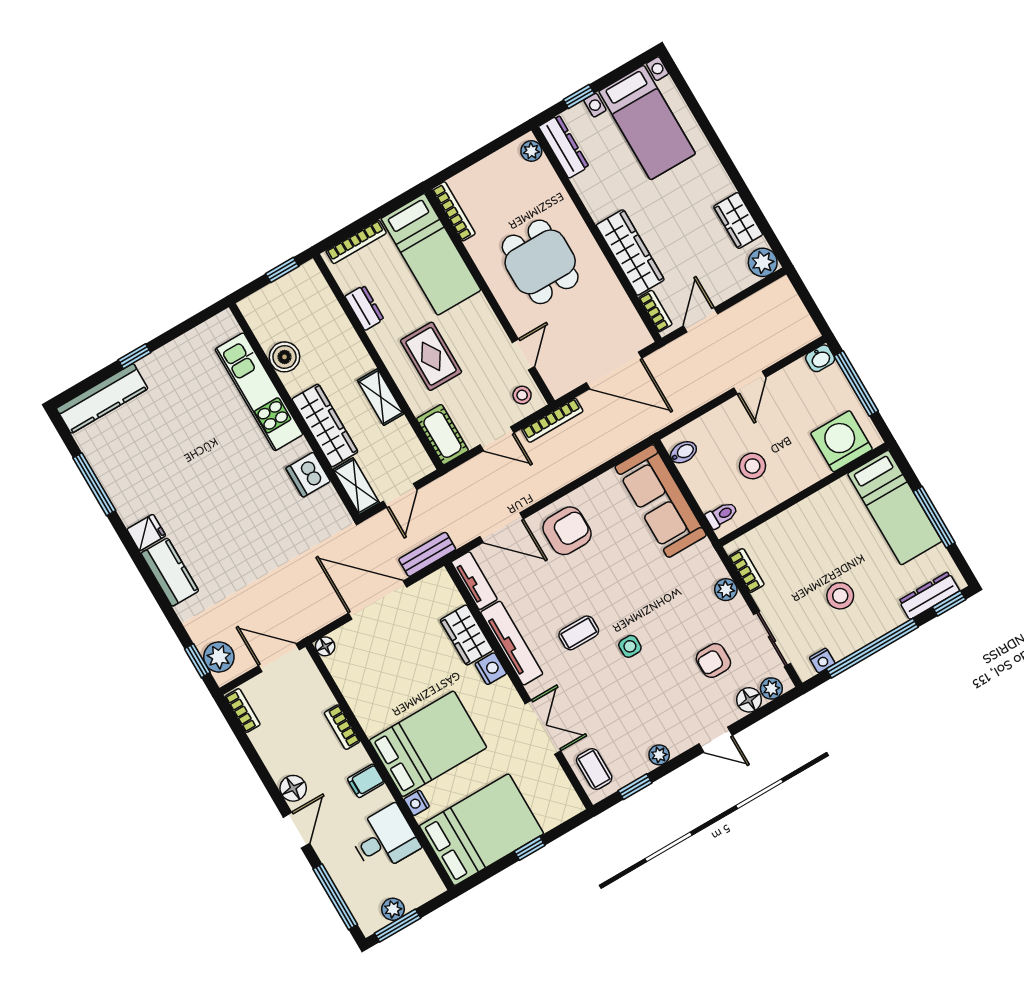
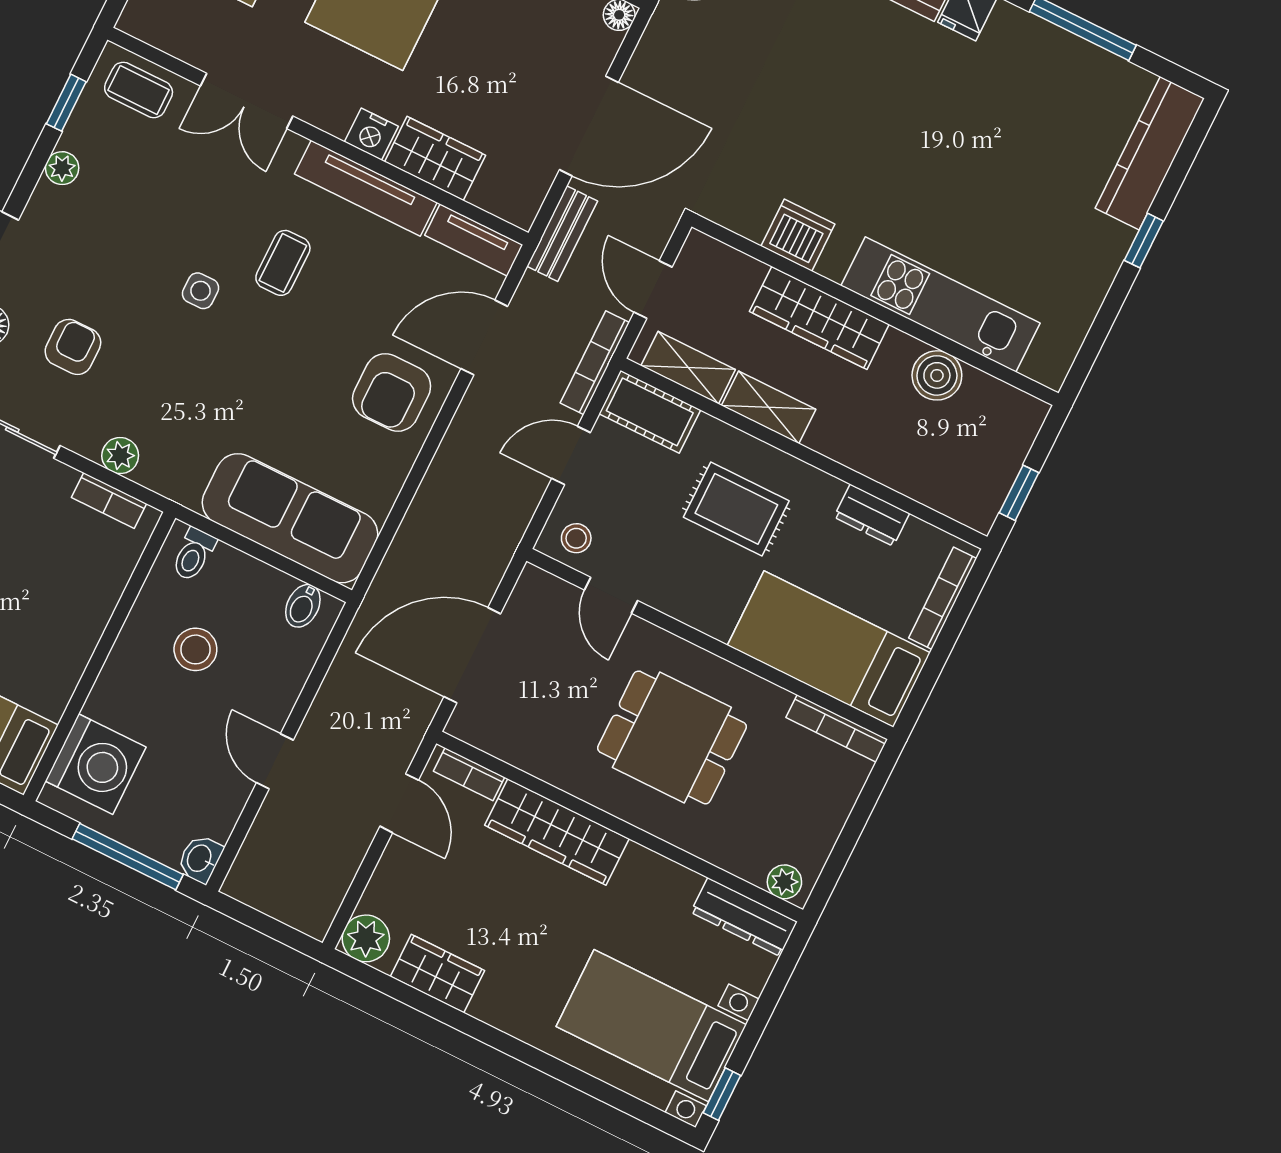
window: (579, 97) -> (722, 1094), moved
bookcase: (552, 420) -> (595, 363), moved
shelving: (356, 486) -> (688, 368), moved

